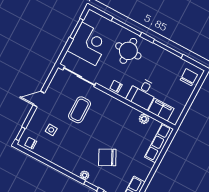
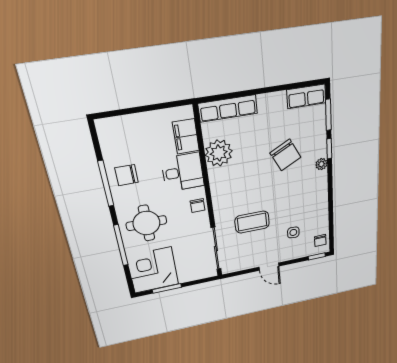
corner desk: (89, 44) -> (153, 270), moved
chair: (189, 77) -> (127, 175), moved
plant: (144, 119) -> (219, 153), width x1.88, depth x1.88

